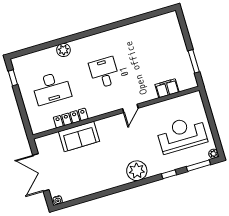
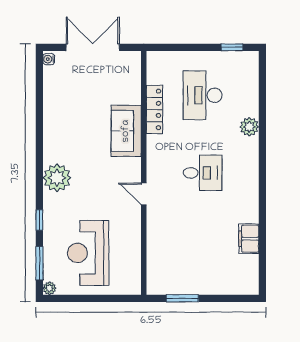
filing cabinet: (167, 88) -> (249, 239), moved, turned 180
reception desk: (182, 134) -> (88, 253), turned 180
sofa: (79, 136) -> (126, 131), moved

